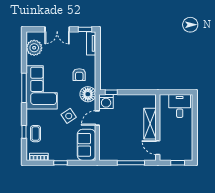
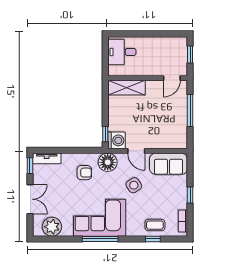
shelving: (150, 124) -> (127, 88), moved

